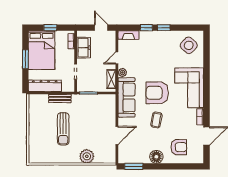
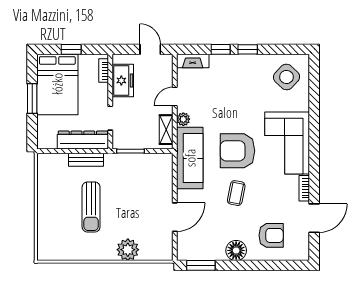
dresser: (45, 86) -> (83, 140), moved

